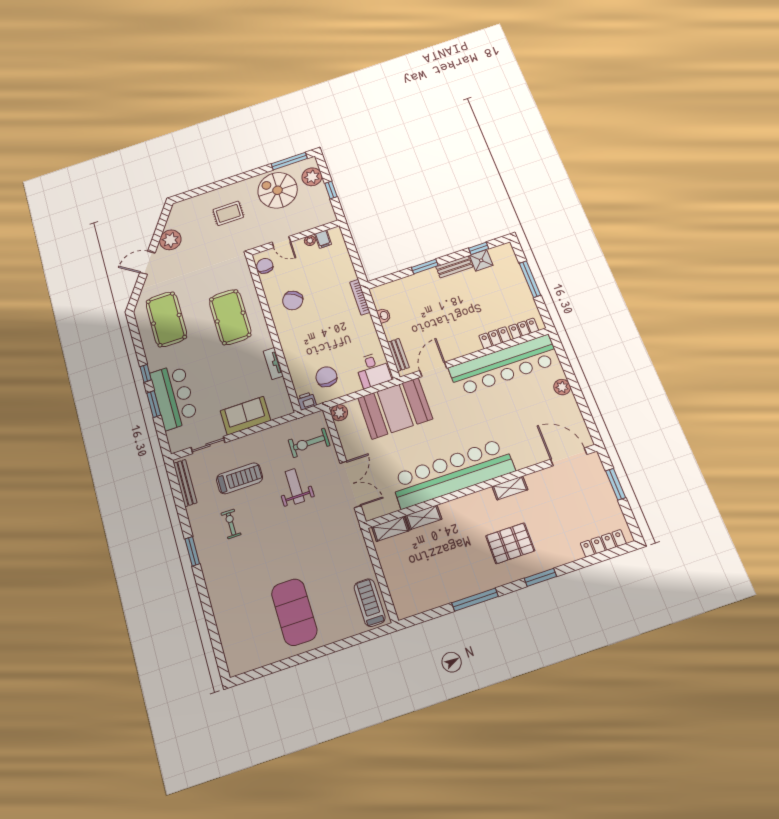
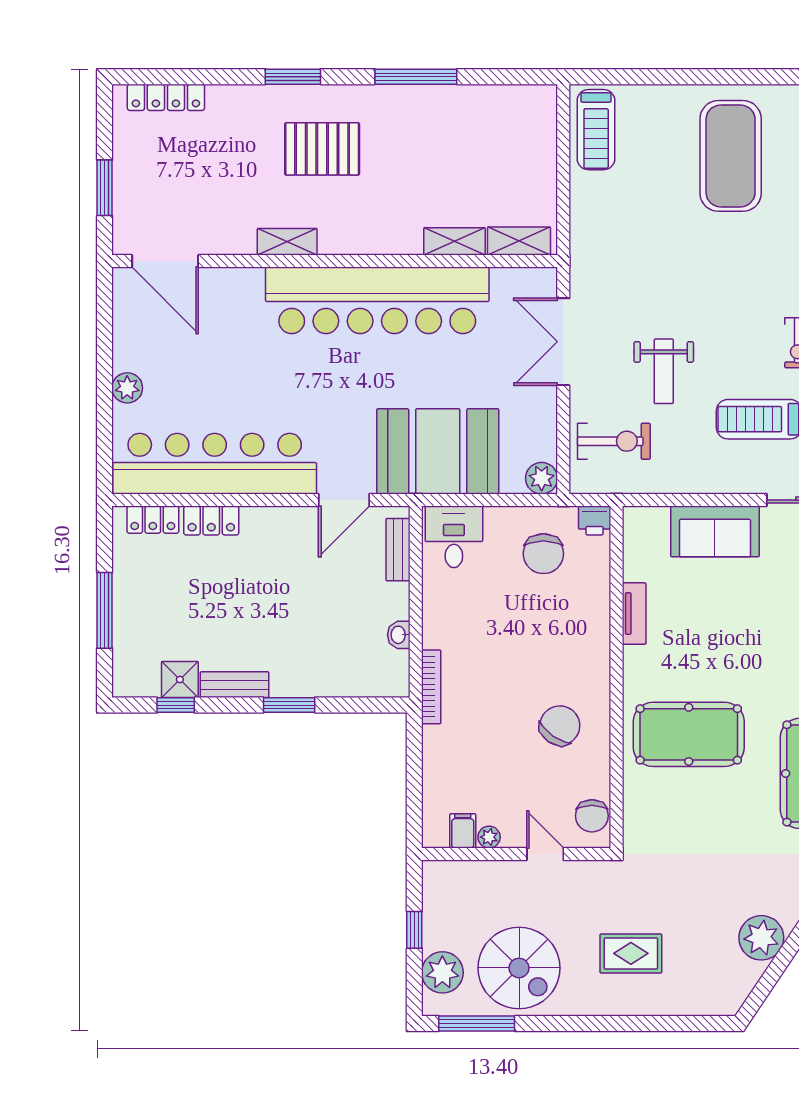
pool table: (230, 317) -> (689, 734), turned 90

